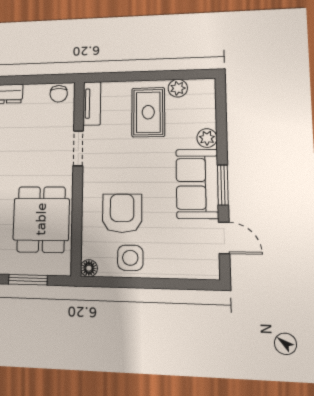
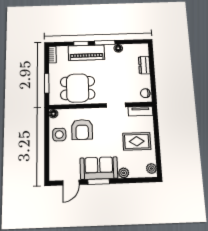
plant: (178, 88) -> (151, 169), moved
armchair: (122, 213) -> (82, 129), turned 90

